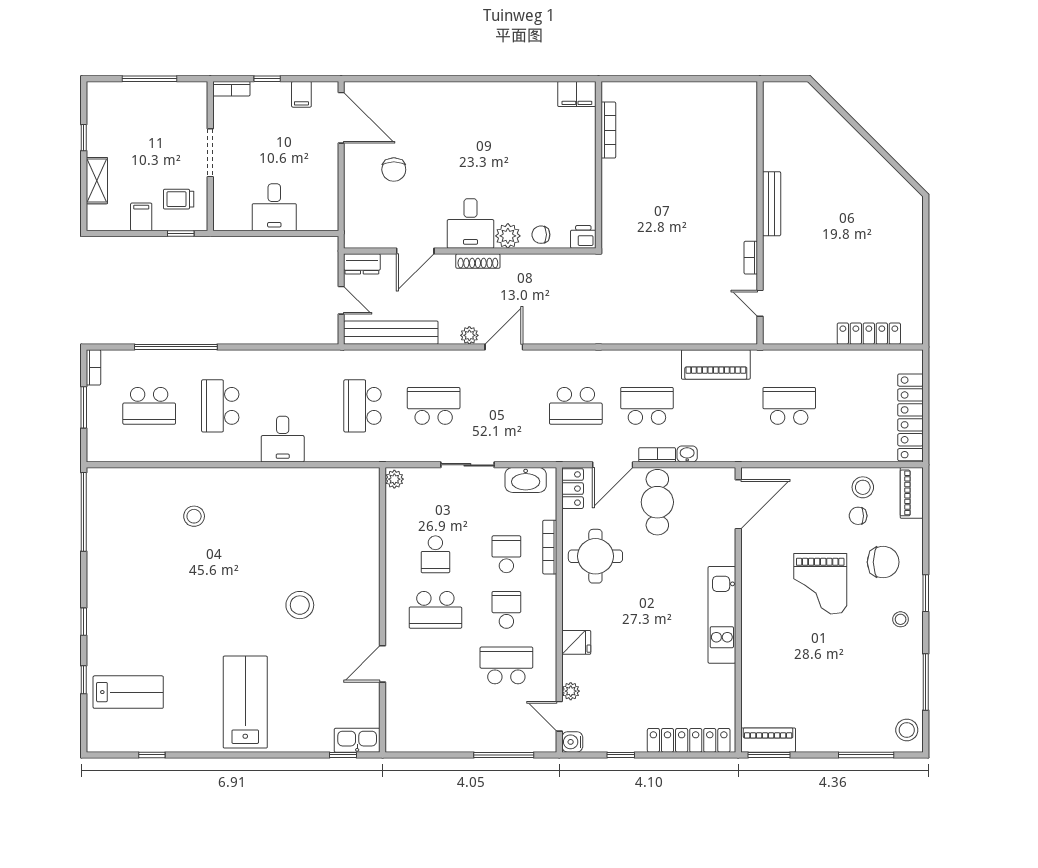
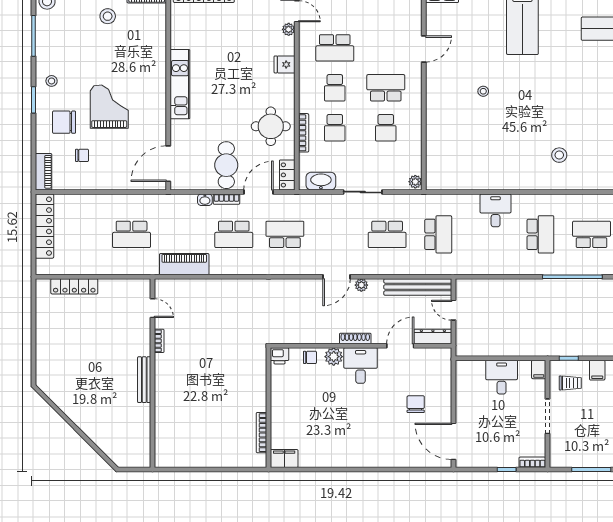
filing cabinet: (301, 94) -> (539, 369), moved, turned 180
dresser: (362, 264) -> (433, 336), width x1.44
stool: (863, 487) -> (108, 16), moved
school desk: (435, 554) -> (386, 128), turned 180
stool: (300, 605) -> (483, 91), width x0.53, depth x0.53

